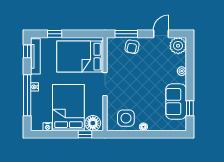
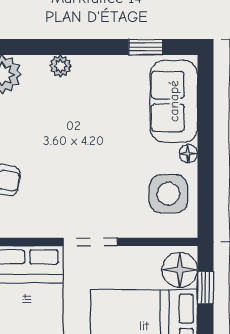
sofa: (176, 102) -> (174, 101), moved, turned 90

